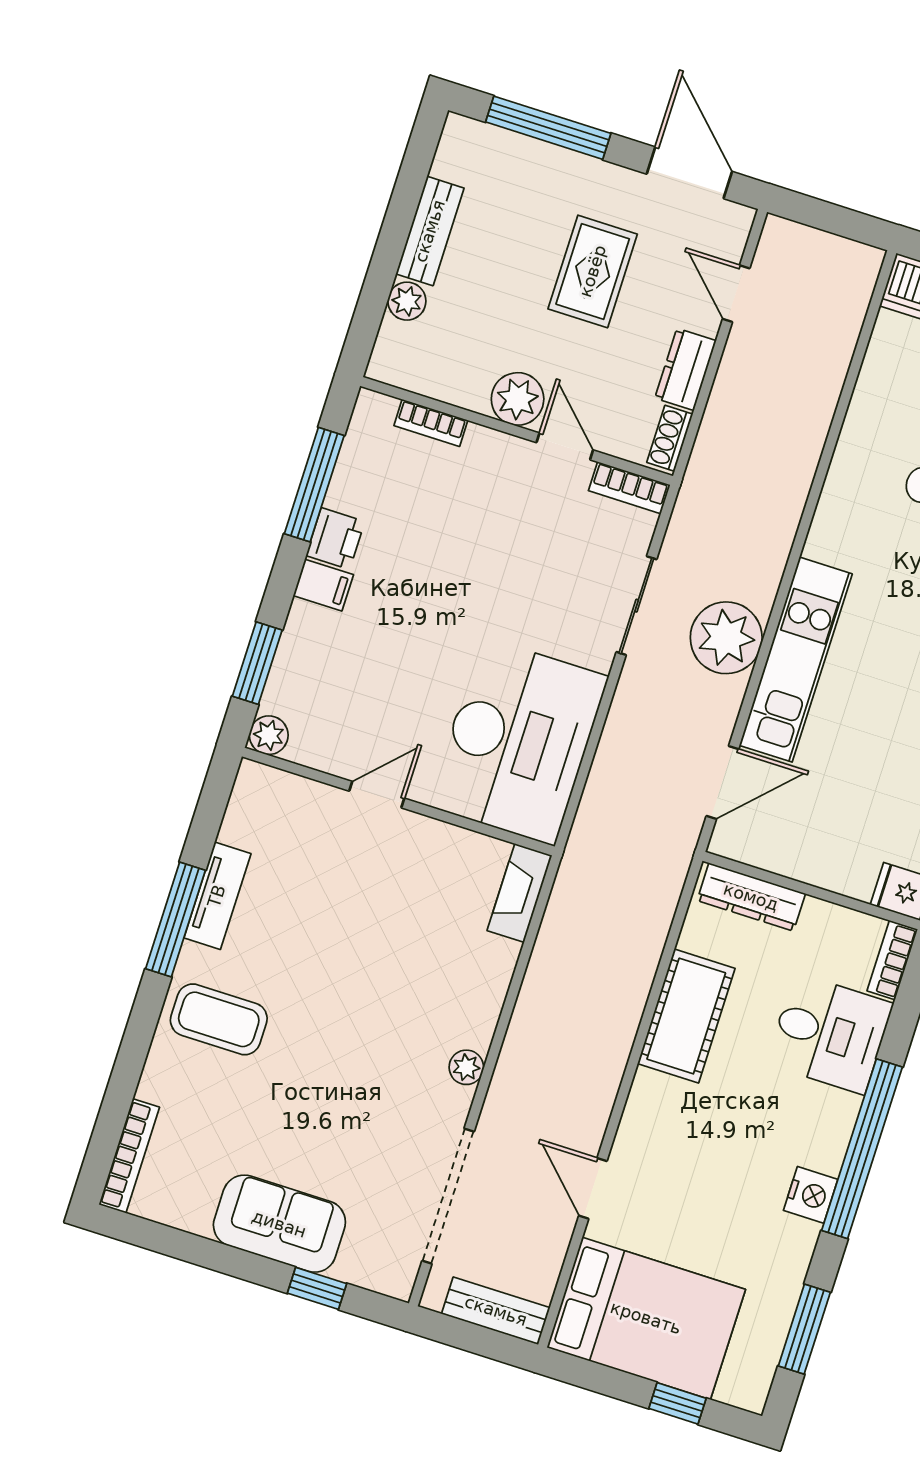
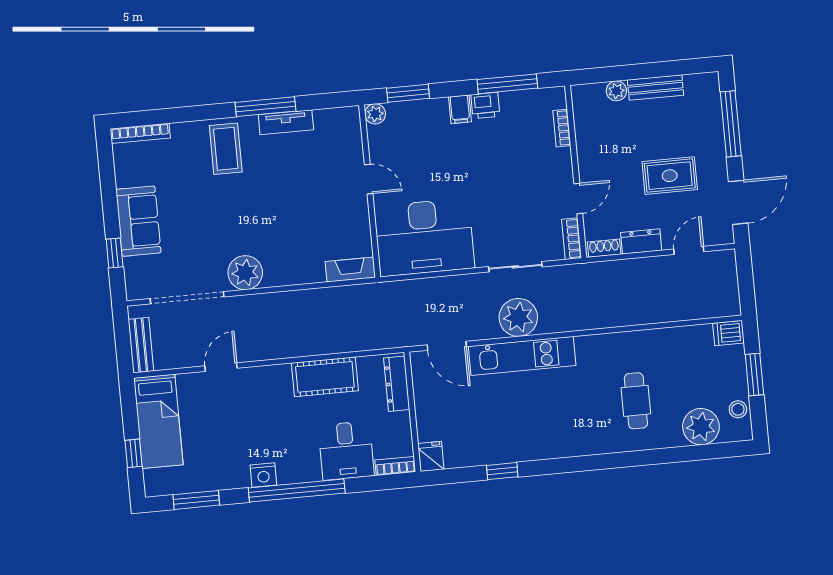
plant: (518, 399) -> (592, 165), removed
plant: (466, 1067) -> (245, 273), width x1.88, depth x1.88
bed: (646, 1318) -> (158, 421), width x0.67

